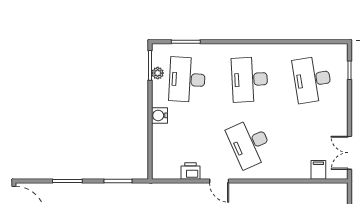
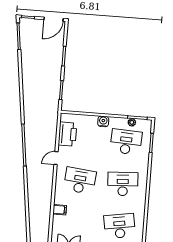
desk: (250, 143) -> (80, 181), turned 30
filing cabinet: (318, 170) -> (60, 210), moved
printer: (190, 171) -> (67, 134), width x1.87, depth x1.48

